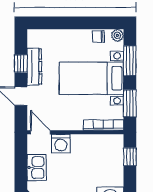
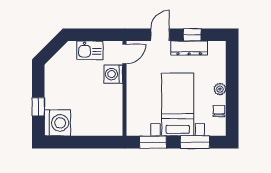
plant: (117, 35) -> (220, 89), moved
bookcase: (103, 125) -> (131, 116), removed
window: (130, 157) -> (100, 142), removed

